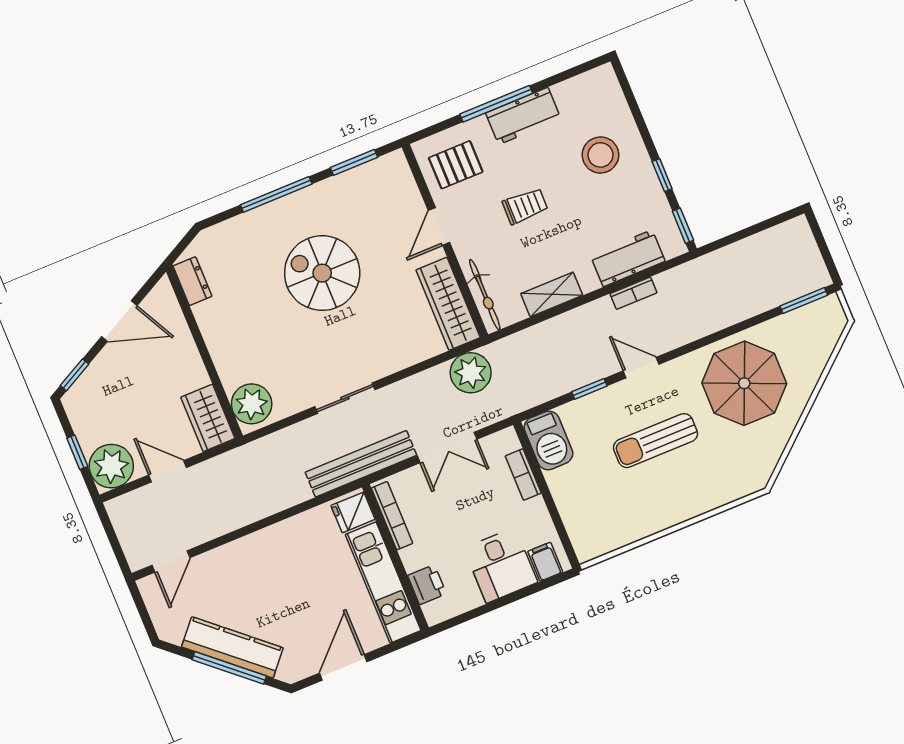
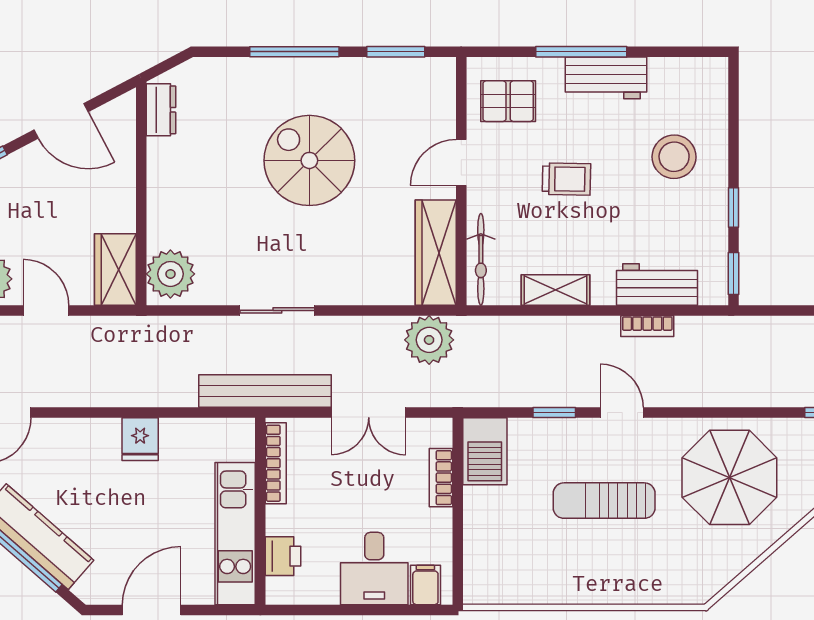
fridge: (353, 512) -> (140, 439), moved, turned -90

